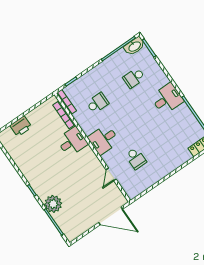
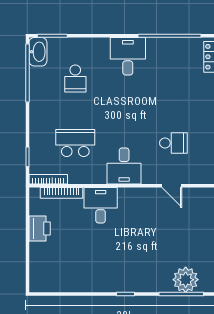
school desk: (98, 103) -> (75, 143), width x1.85
printer: (21, 126) -> (40, 228), moved
plant: (53, 204) -> (186, 280), moved

